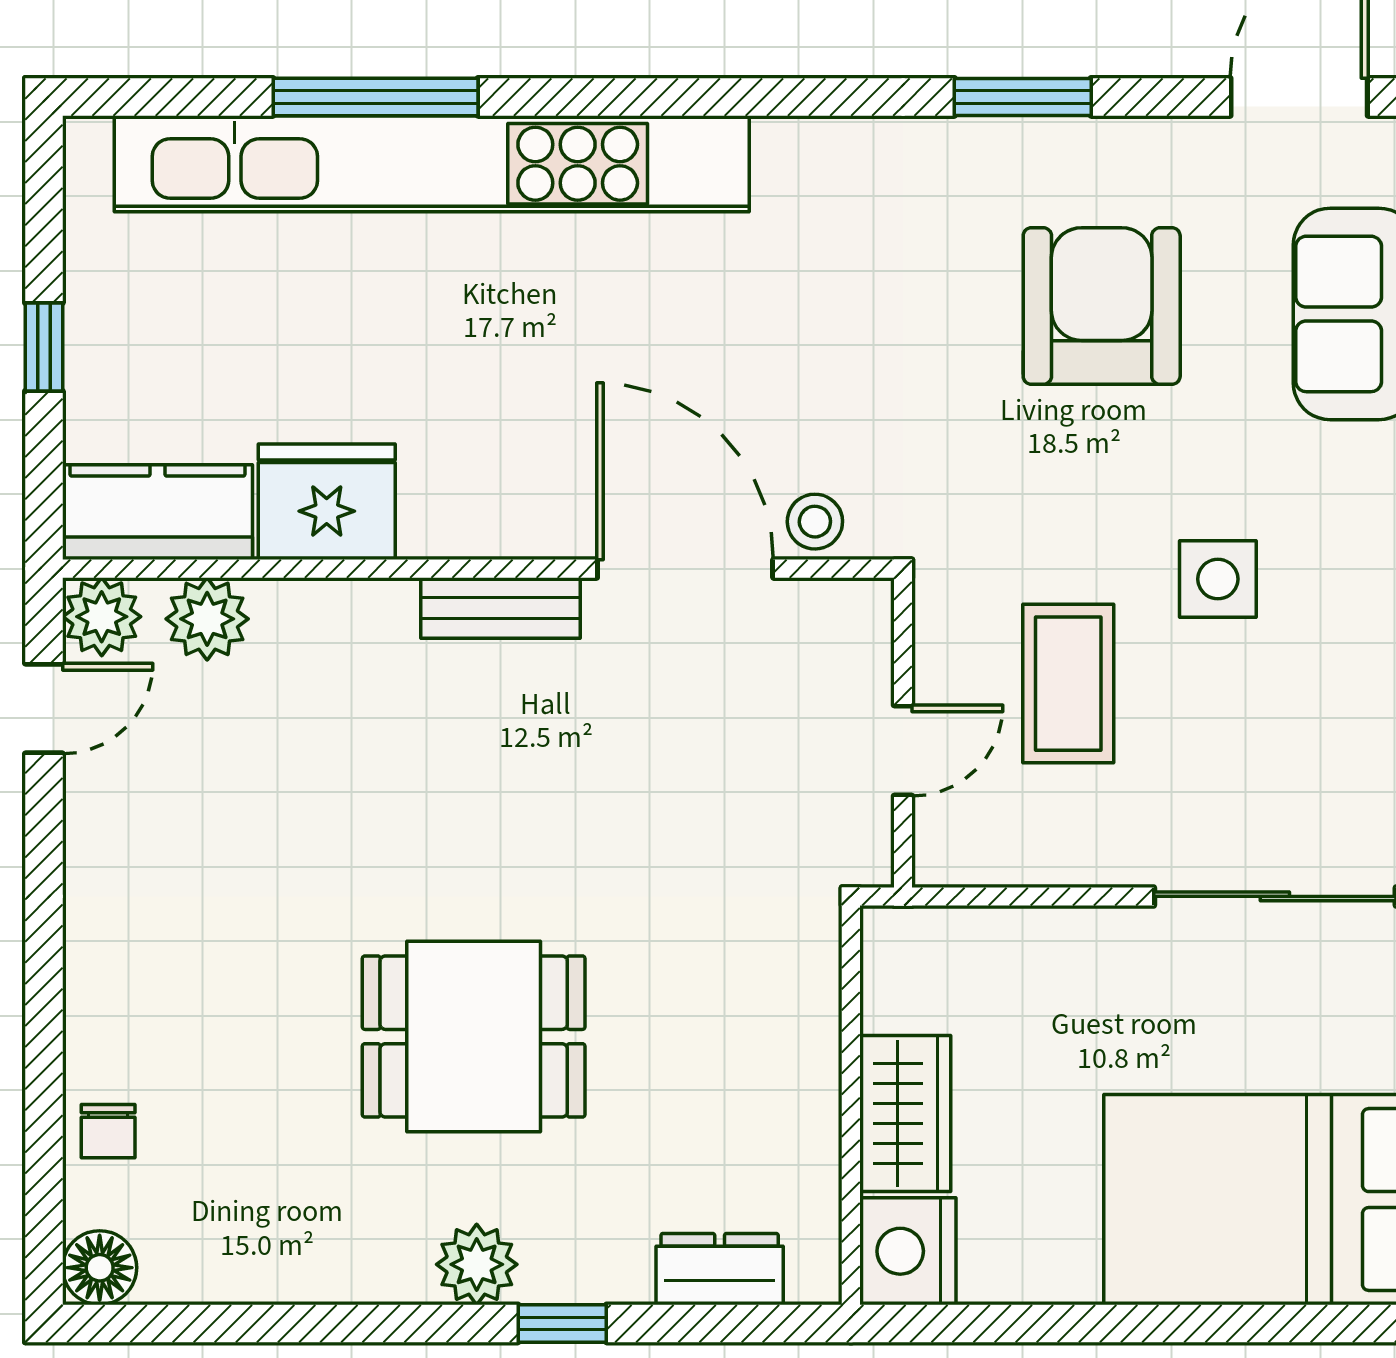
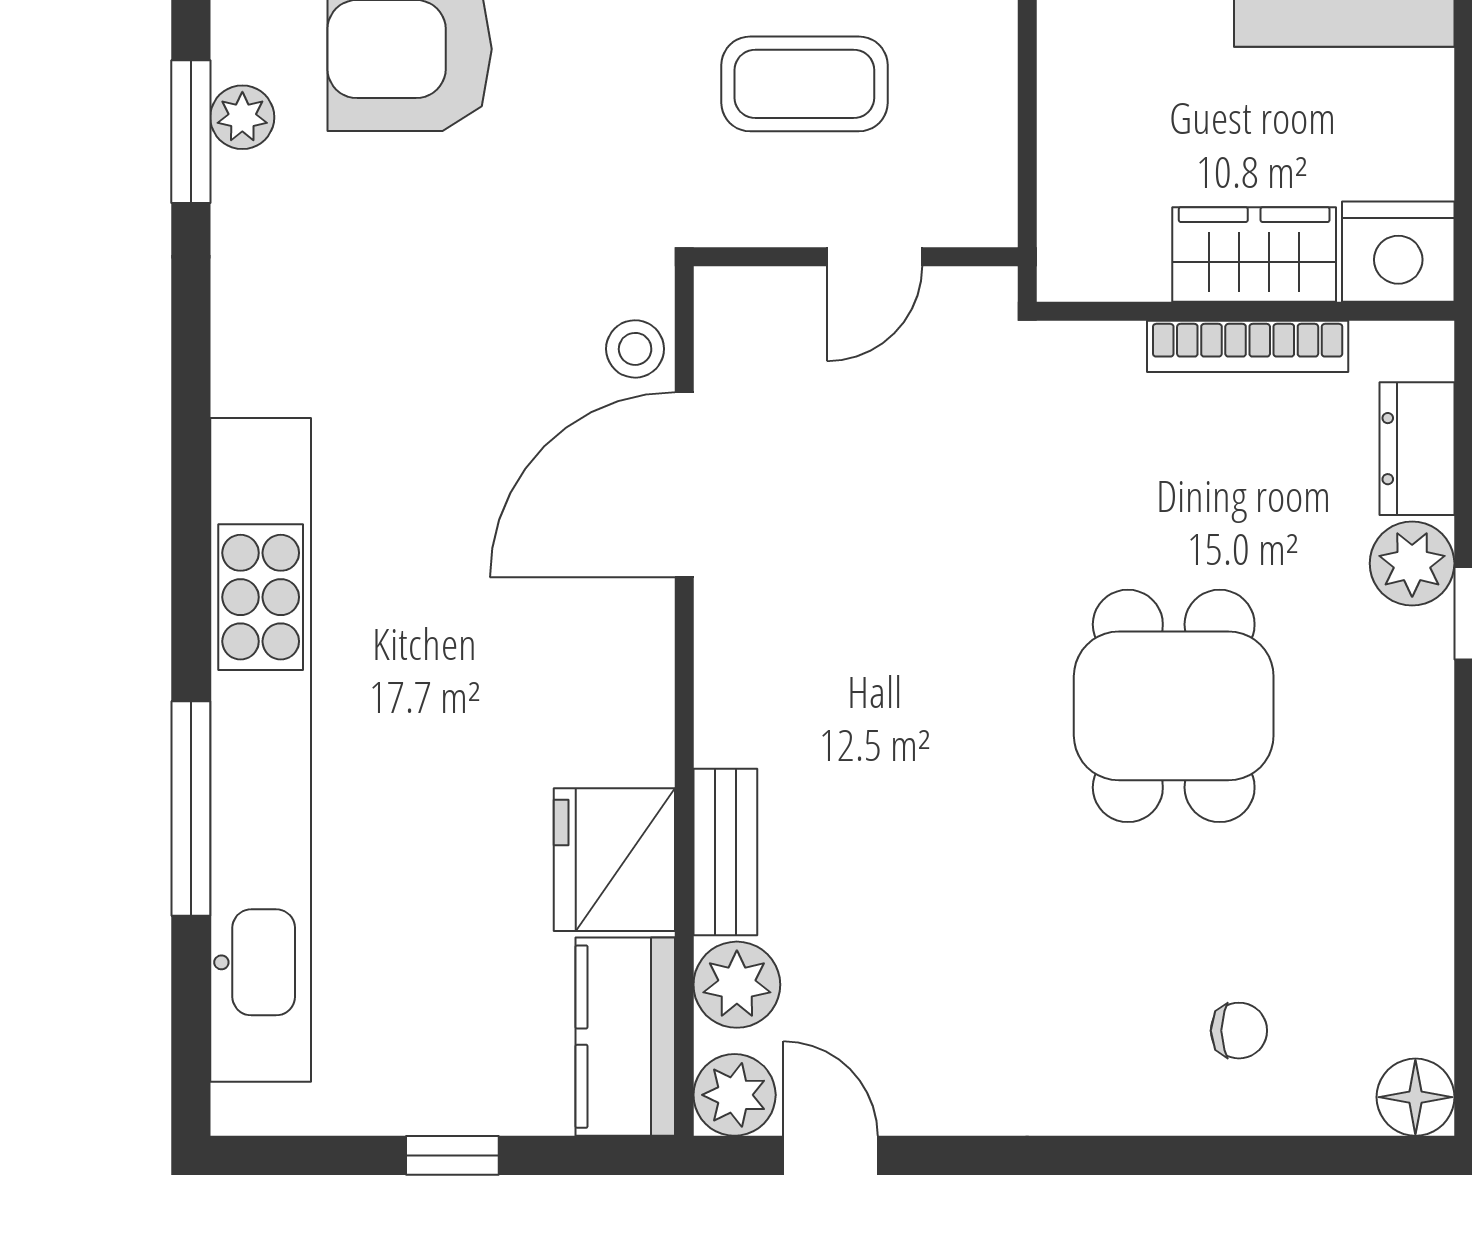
plant: (1036, 146) -> (242, 117), added
bench: (501, 608) -> (725, 852), moved
door: (903, 751) -> (874, 257), swing flipped
bookcase: (817, 1107) -> (1248, 346), added
chair: (108, 1131) -> (1239, 1031), moved
plant: (477, 1264) -> (1412, 563), moved

